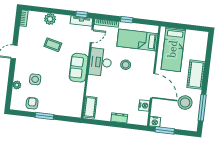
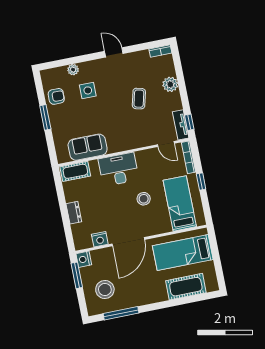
desk: (100, 62) -> (119, 169), moved
sofa: (79, 68) -> (88, 147), moved
cot: (196, 75) -> (186, 287), moved
stool: (185, 103) -> (105, 289), moved

